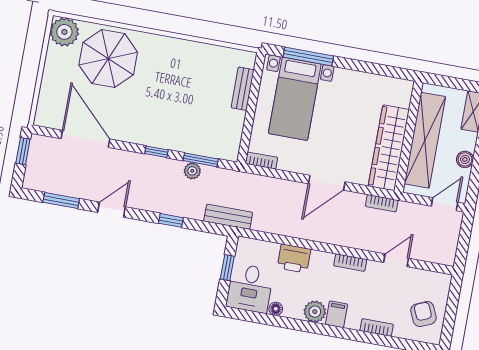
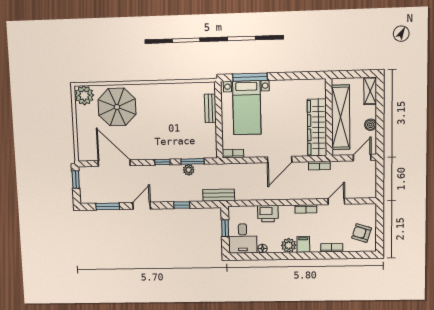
armchair: (423, 314) -> (361, 233), turned -48

